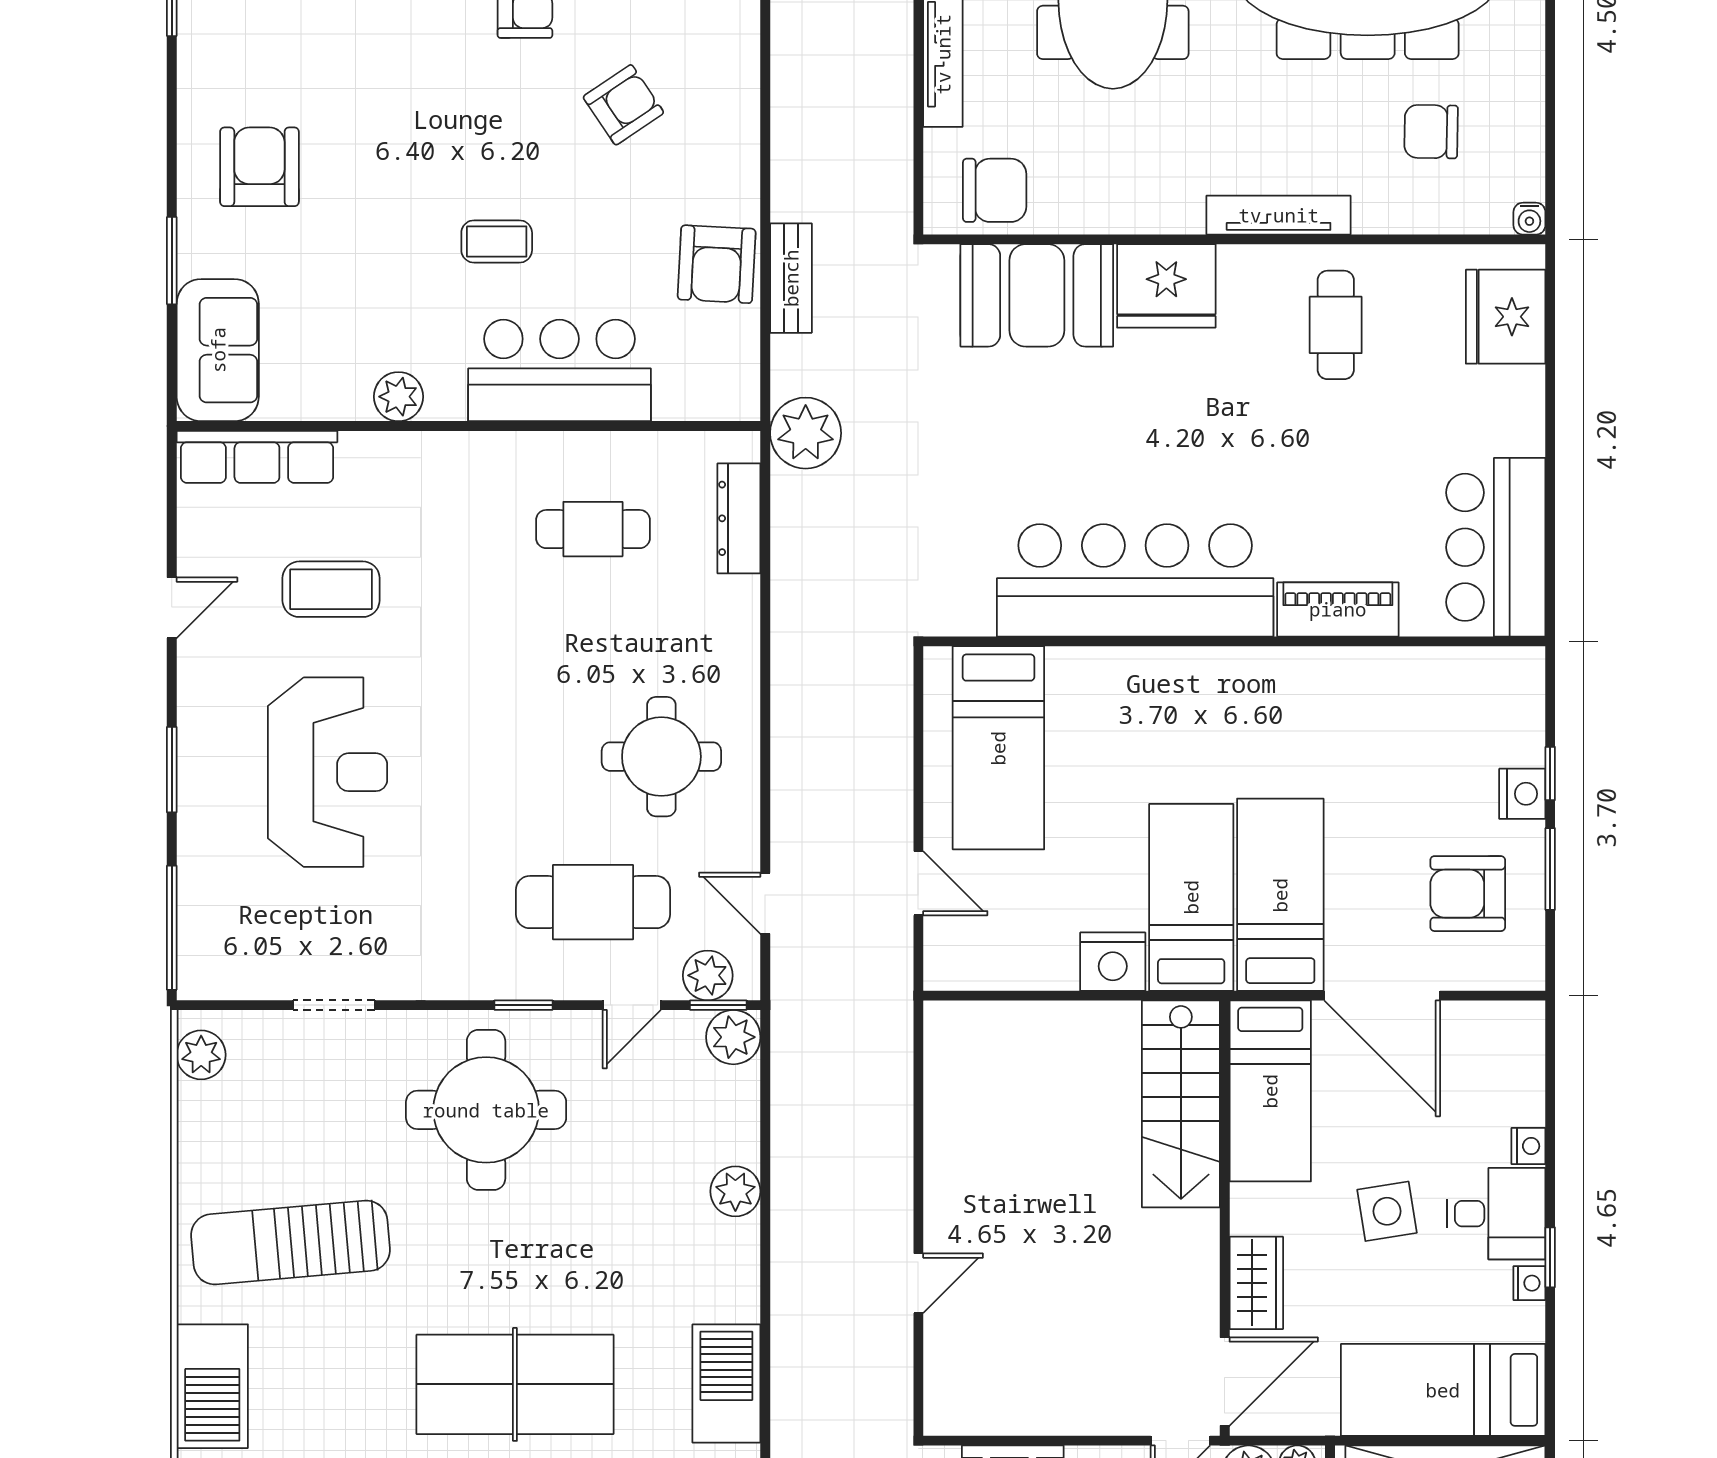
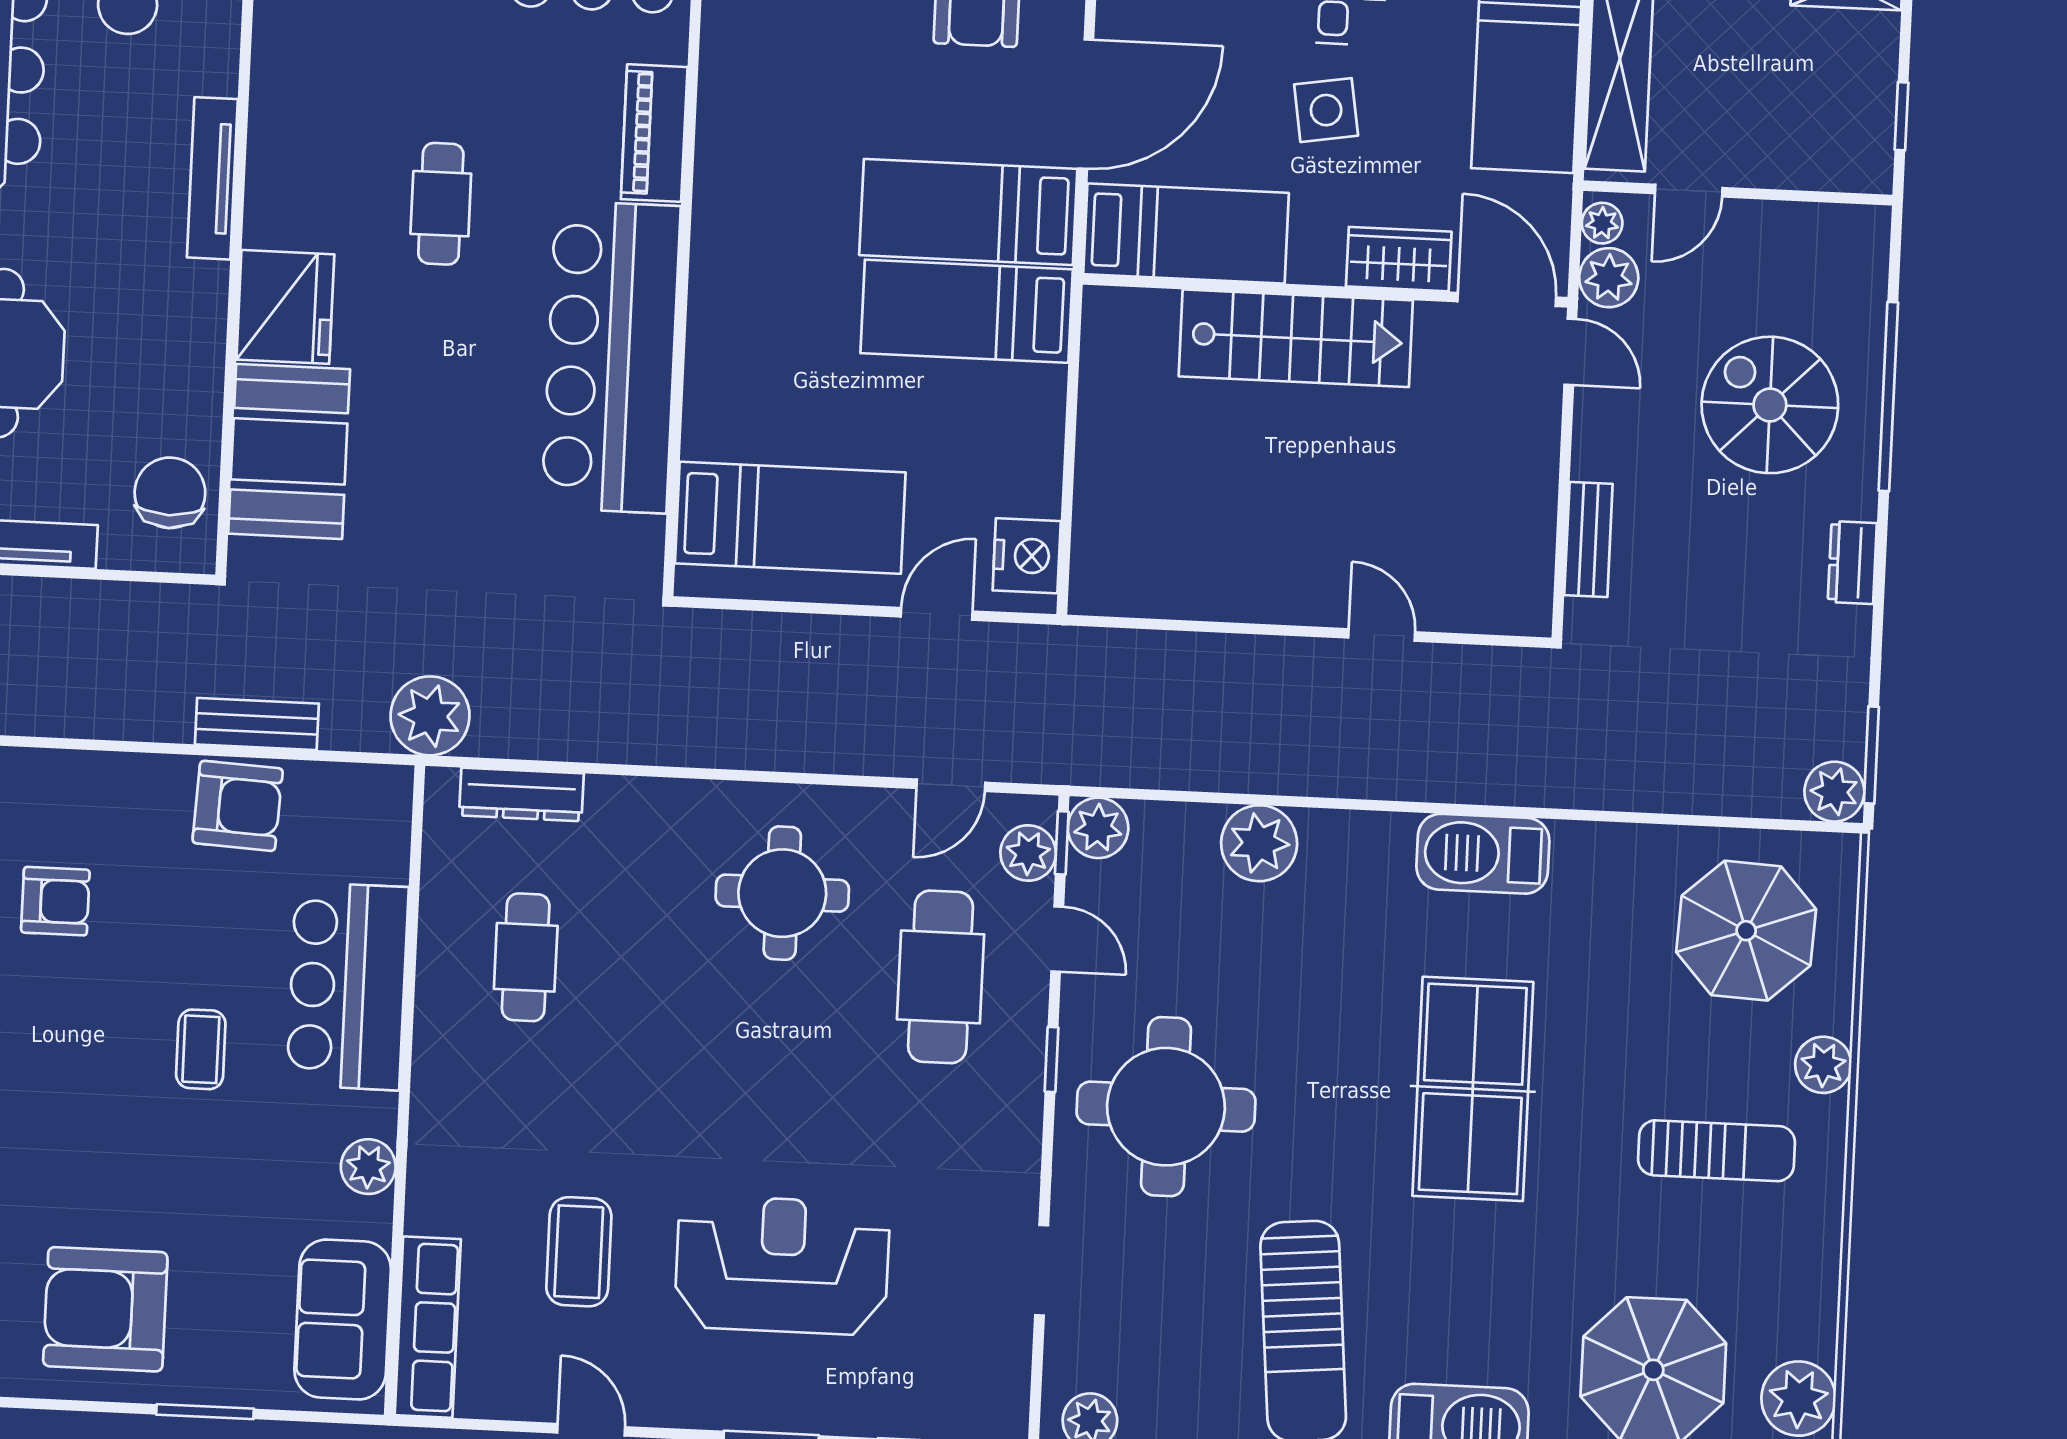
armchair: (623, 105) -> (55, 901), turned 124
armchair: (259, 167) -> (105, 1309), width x1.36, depth x1.36
cafe table: (1336, 325) -> (441, 204), moved, turned 90
sofa: (218, 350) -> (343, 1320), moved, turned -90
nightstand: (1113, 962) -> (1027, 556), moved
stairs: (1181, 1104) -> (1296, 338), moved
plant: (735, 1191) -> (1259, 843), width x1.36, depth x1.36

